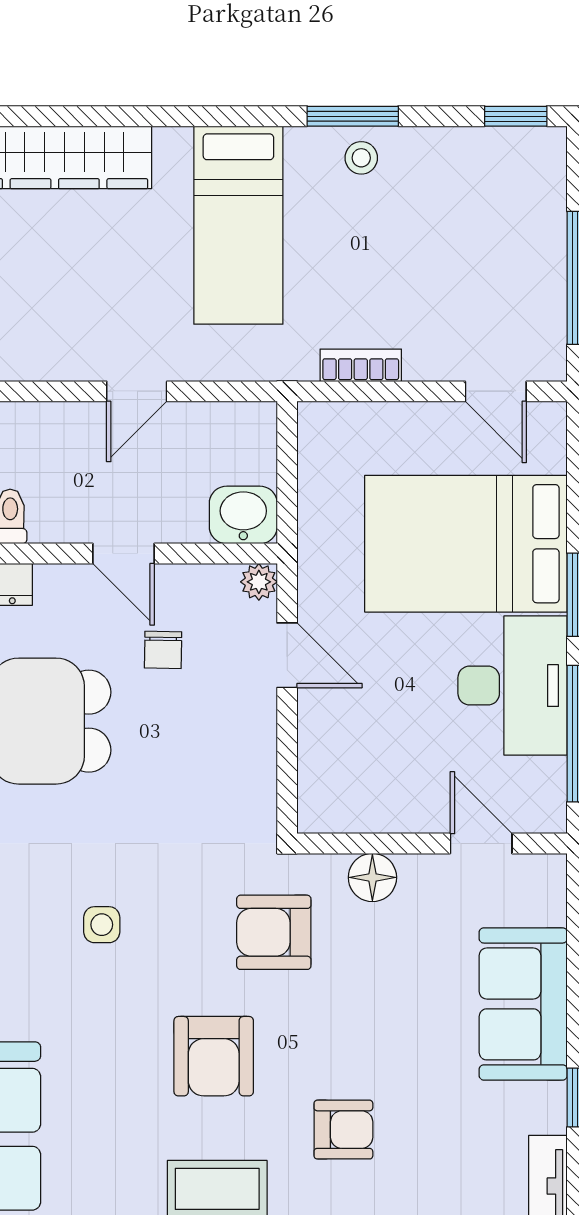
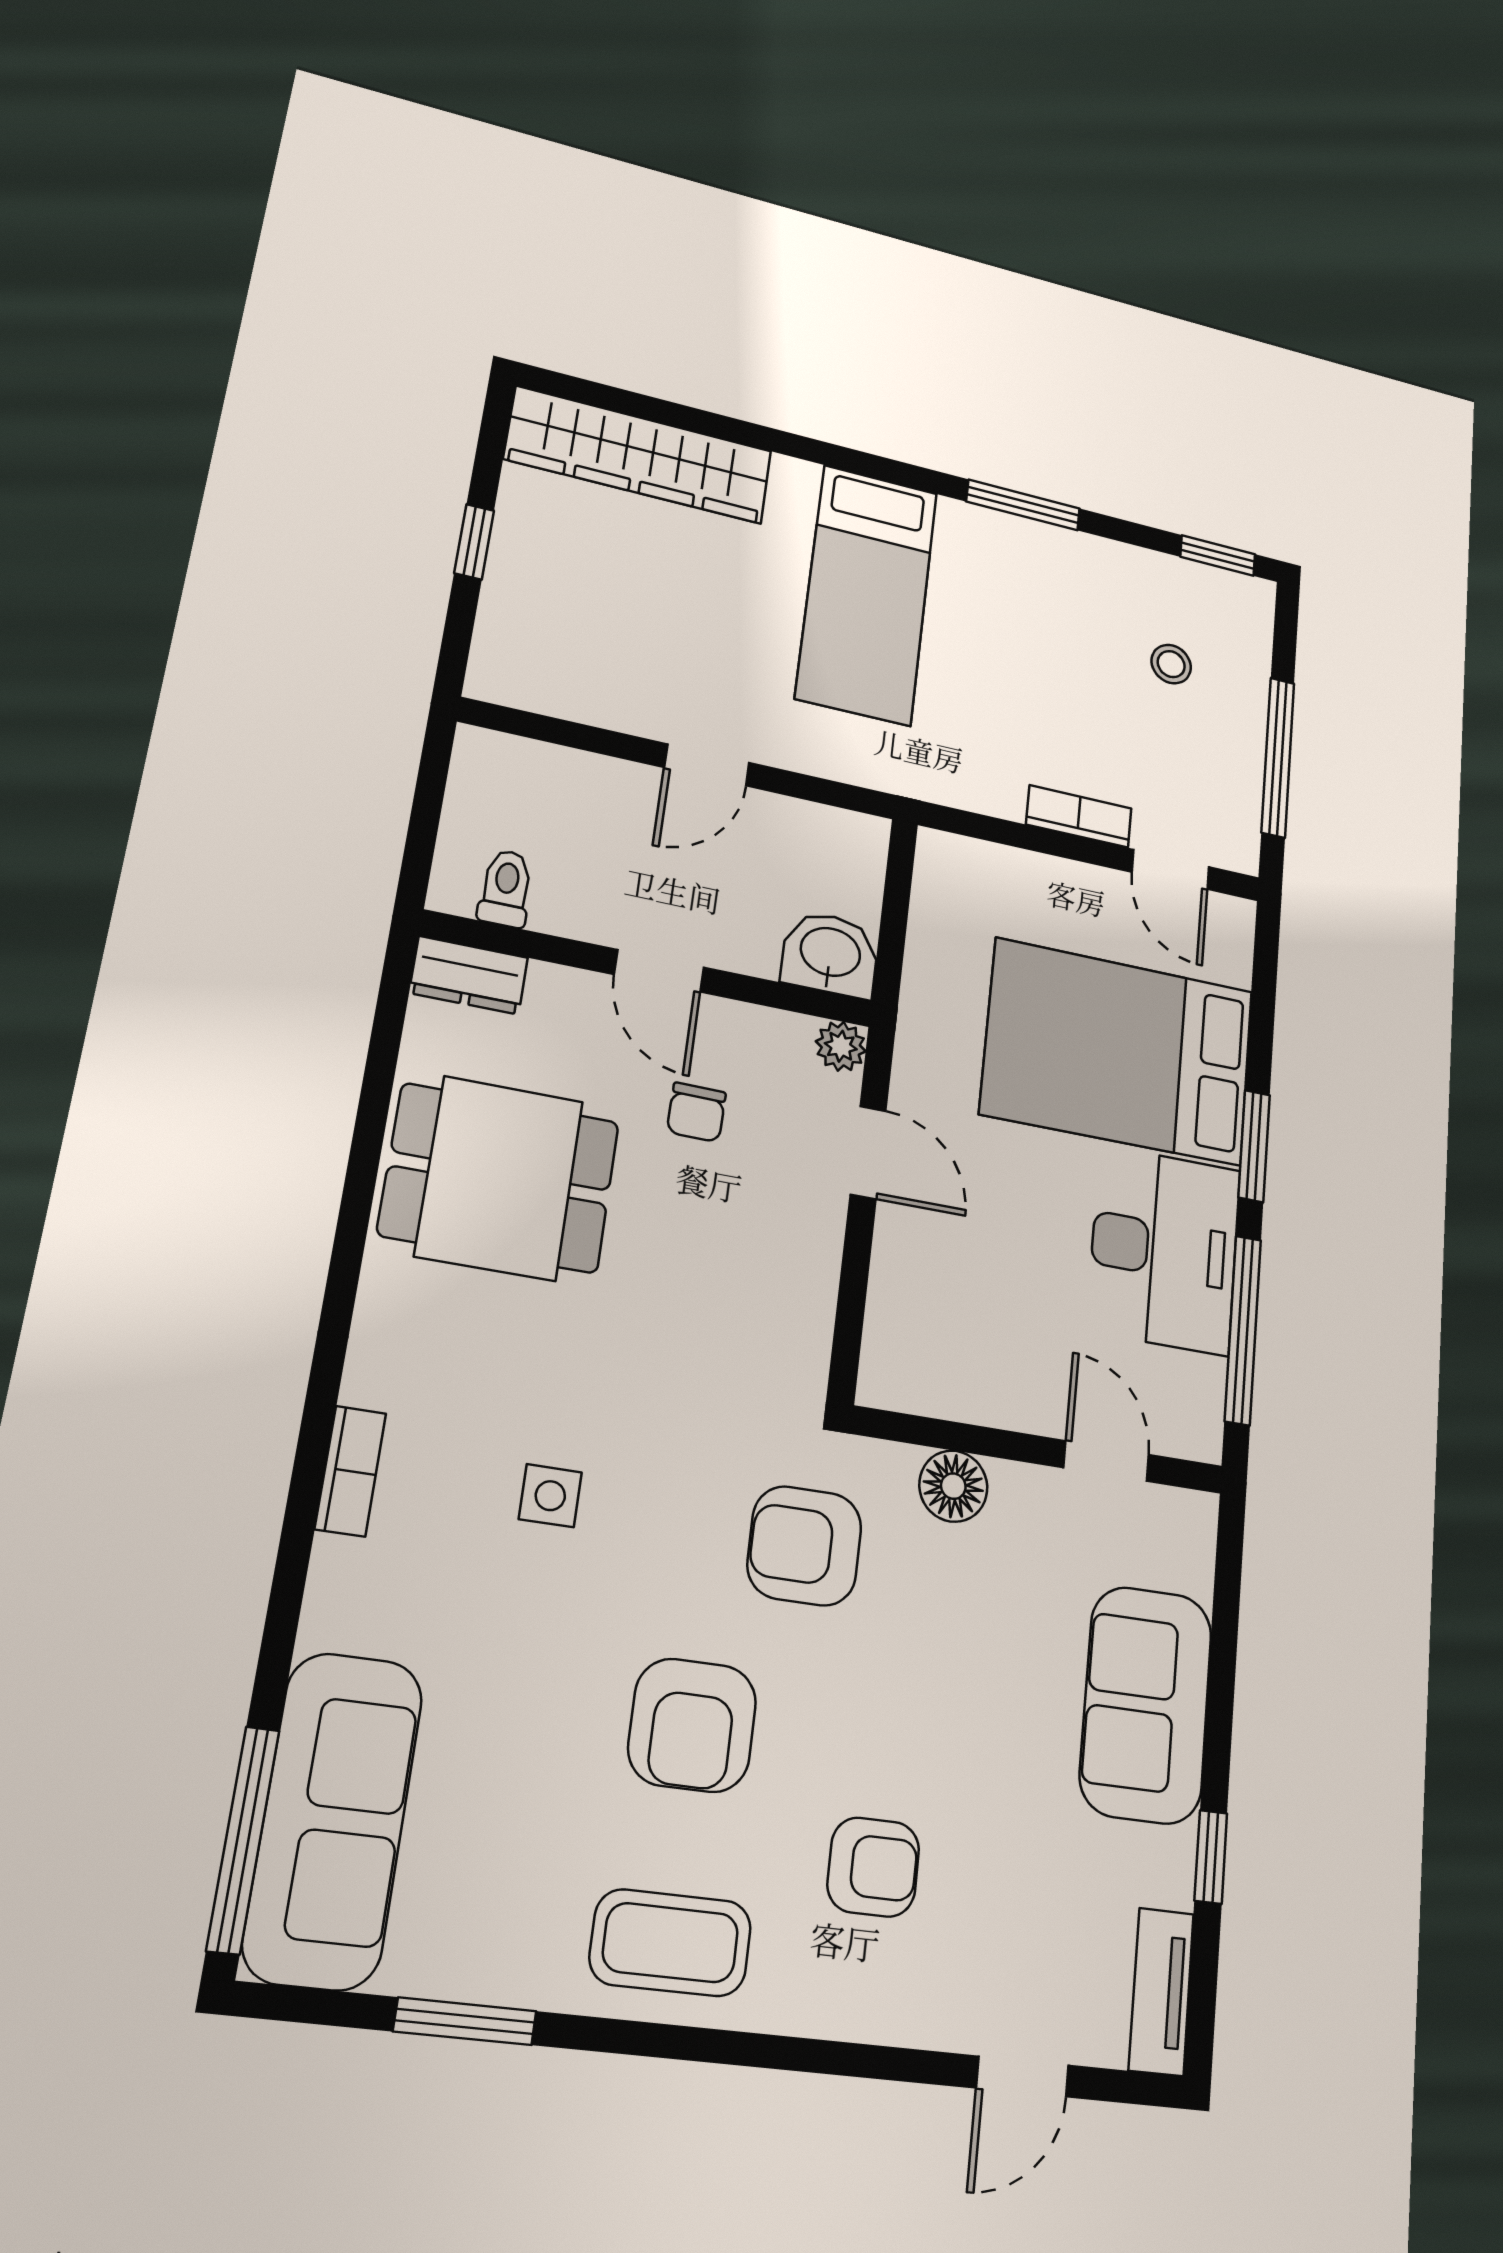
stool: (361, 158) -> (1171, 664), moved
bookcase: (361, 365) -> (1079, 816), moved

